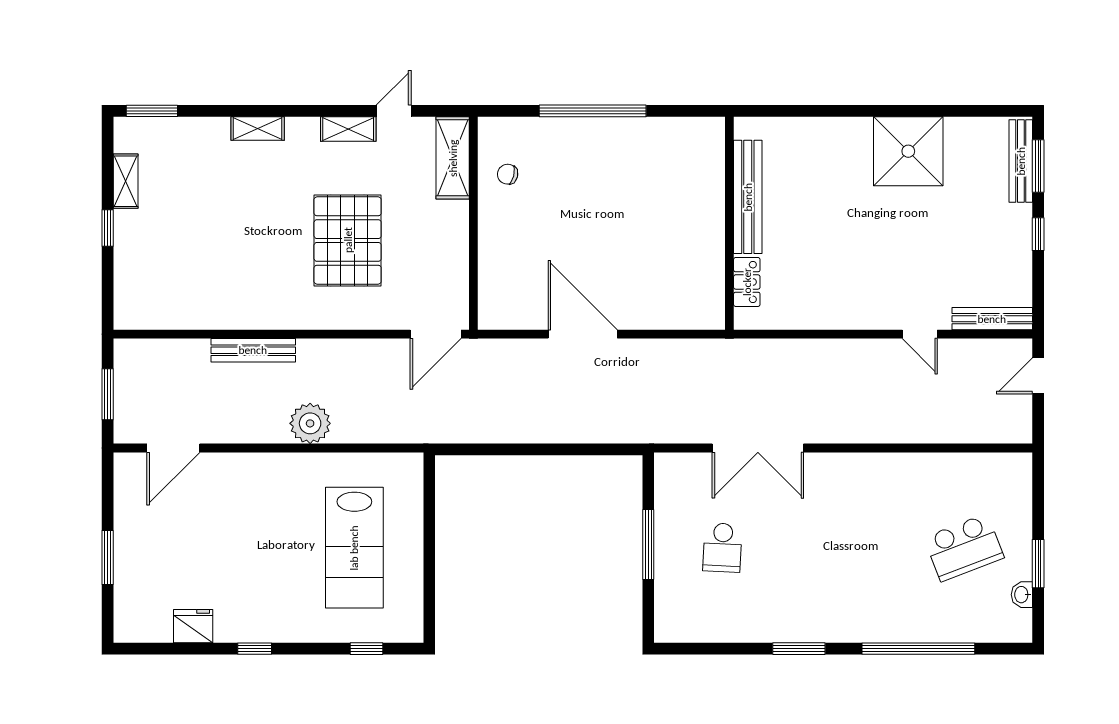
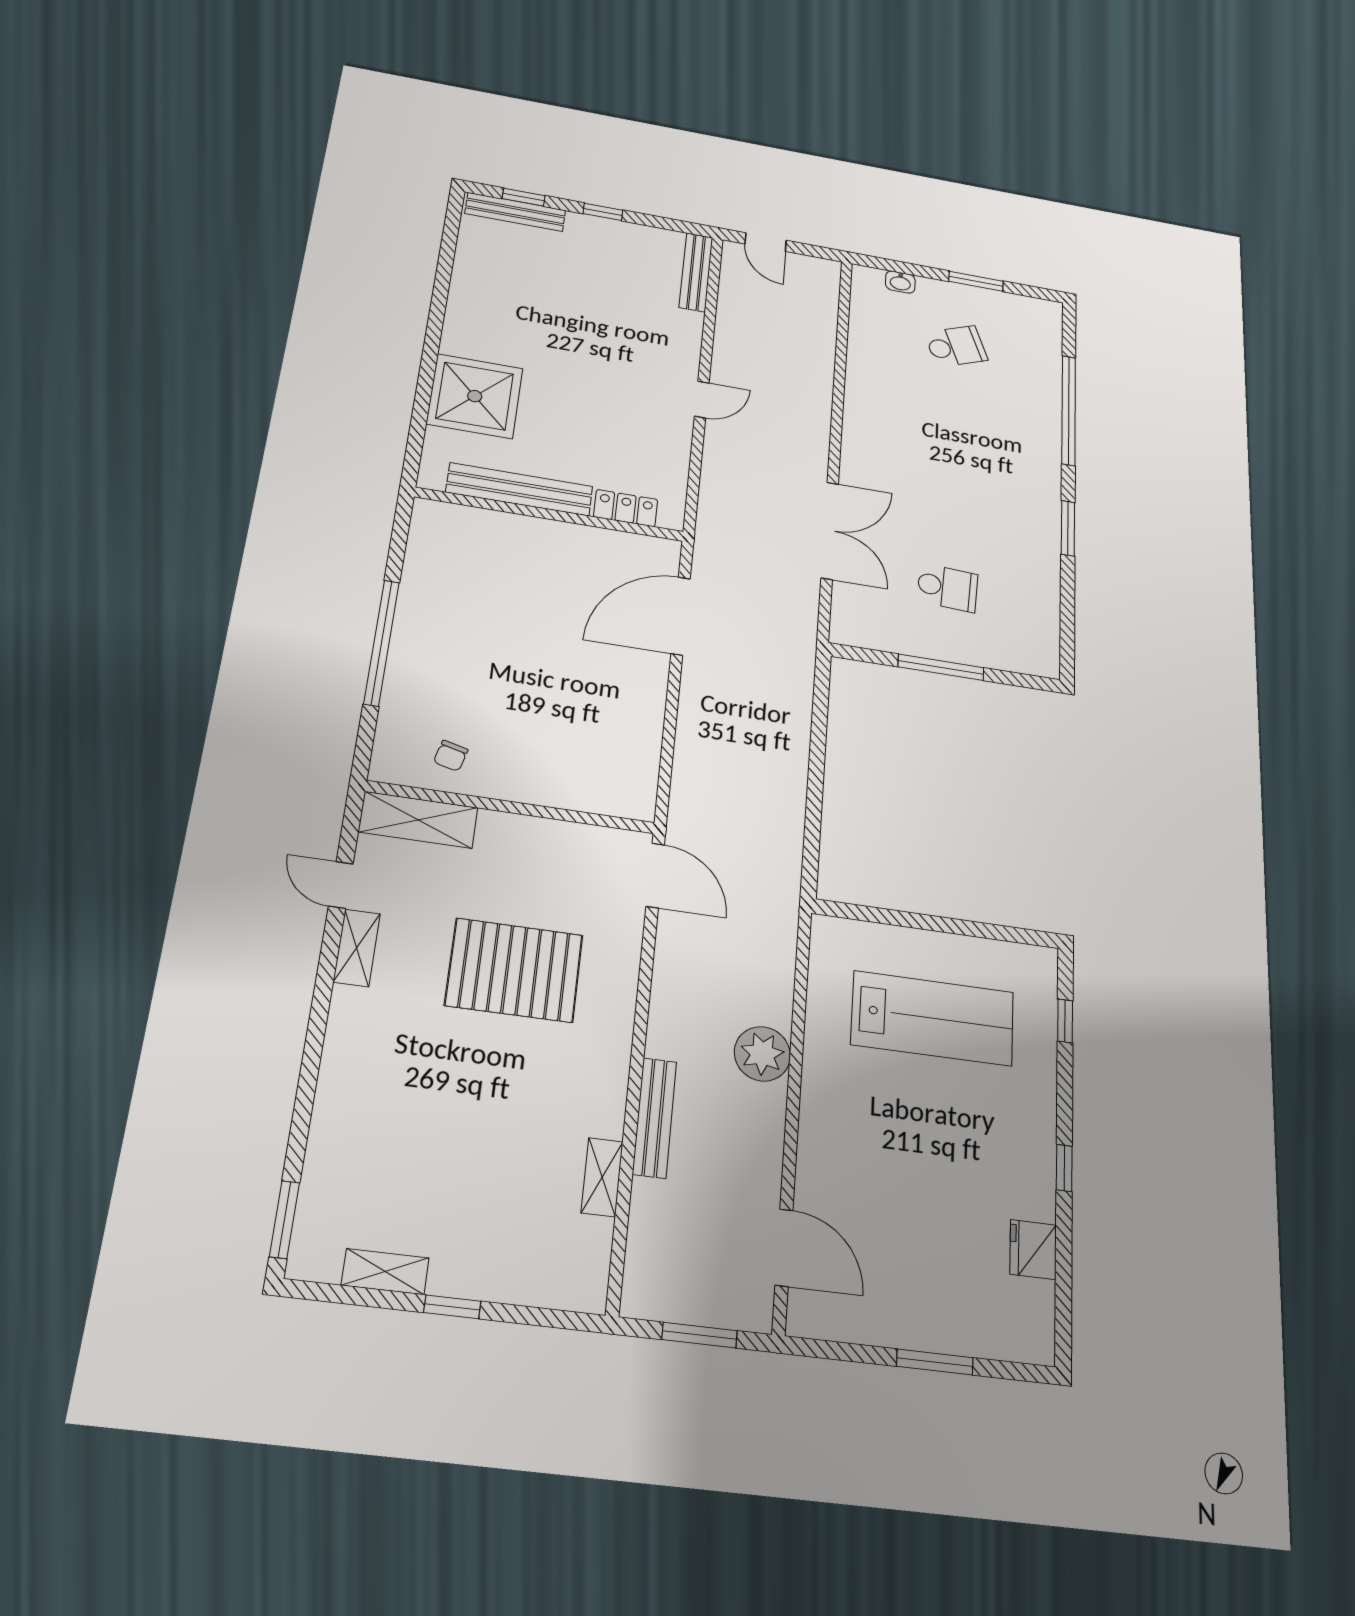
shelving: (258, 128) -> (602, 1177), moved
shower: (908, 151) -> (475, 396), moved
window: (1038, 166) -> (524, 197), width x0.67
door: (583, 334) -> (681, 616), moved
door: (920, 334) -> (702, 400), moved
school desk: (964, 548) -> (956, 346), width x0.54
washbasin: (1022, 595) -> (900, 282), moved

